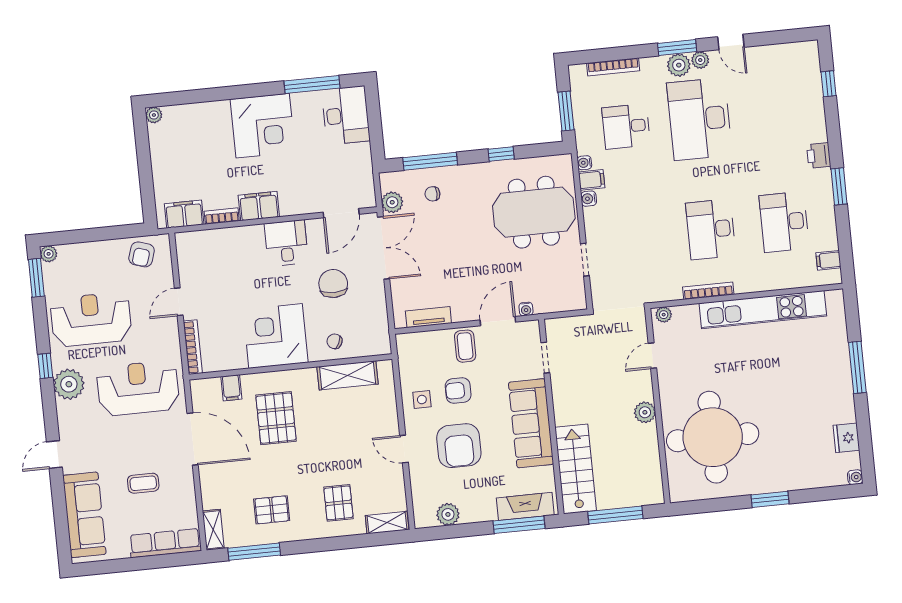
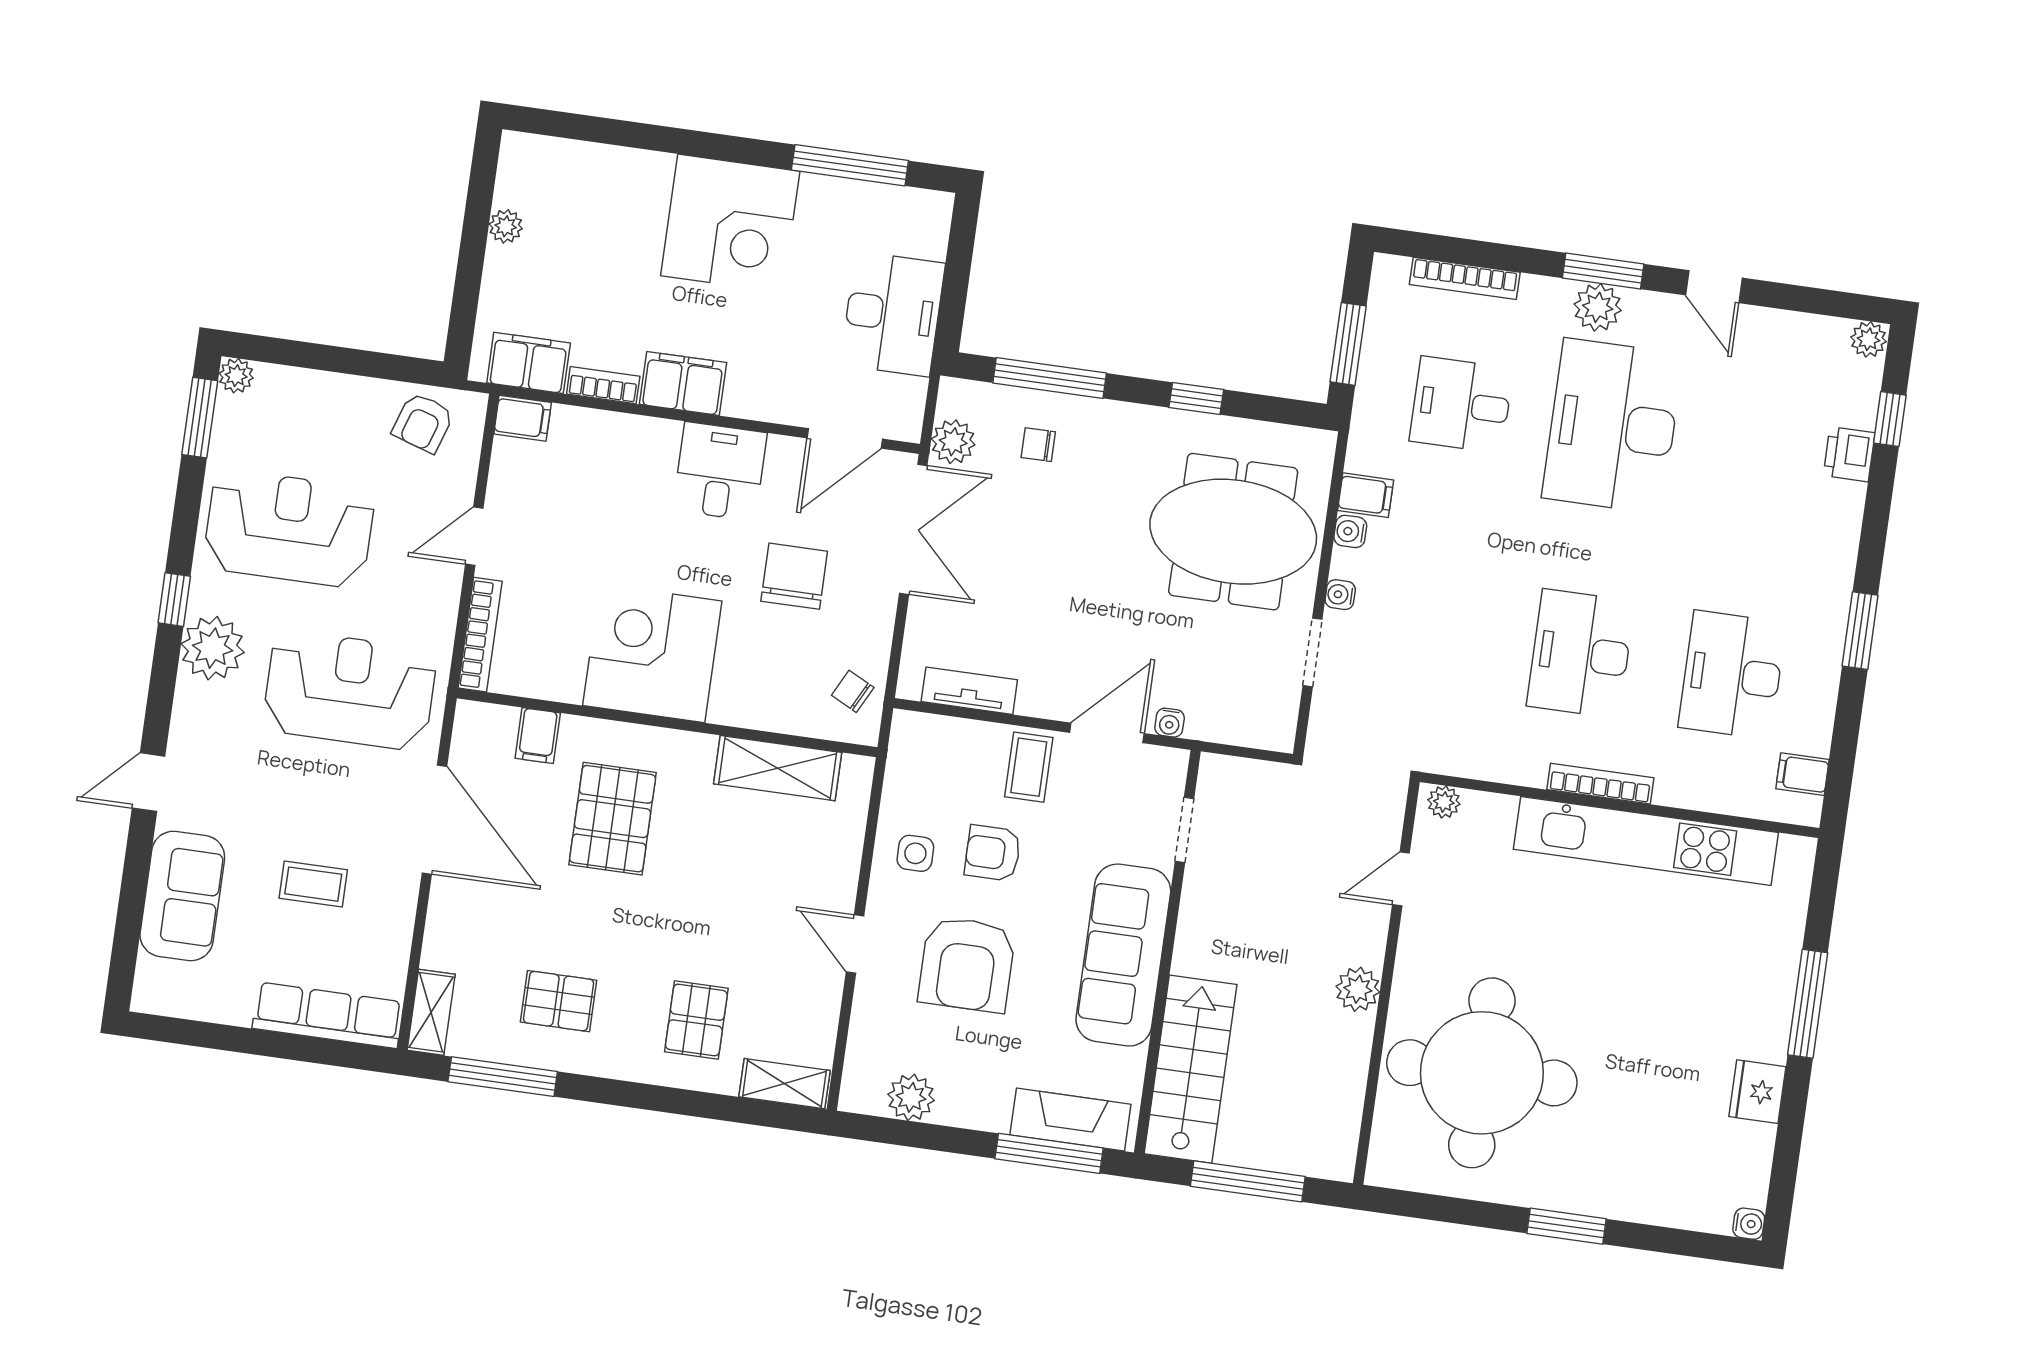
plant: (700, 60) -> (1868, 339), moved
plant: (154, 115) -> (506, 226), moved
desk: (346, 115) -> (893, 314), moved
printer: (819, 155) -> (1849, 454), moved
water cooler: (584, 163) -> (1340, 595), moved
filing cabinet: (188, 241) -> (523, 418), added
bookcase: (708, 291) -> (1600, 784), moved
chair: (335, 341) -> (853, 691), moved
fridge: (846, 438) -> (1757, 1092), moved
sofa: (84, 515) -> (182, 896), width x0.73

